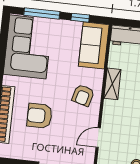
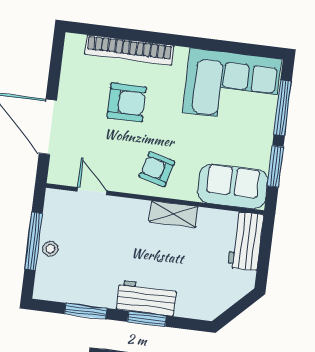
window: (80, 18) -> (275, 166), width x1.50
armchair: (40, 116) -> (127, 102), turned 90

